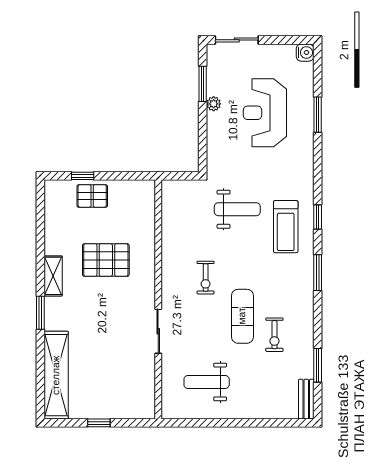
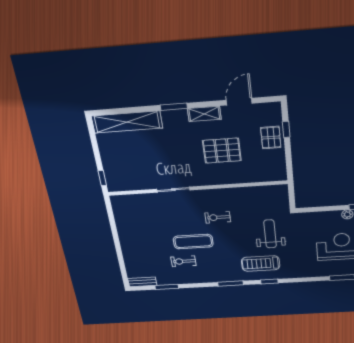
weight bench: (237, 209) -> (270, 234), turned 180
door: (40, 231) -> (239, 102), added
pallet: (106, 260) -> (222, 151), turned 90
weight bench: (207, 382) -> (142, 223), removed
window: (99, 423) -> (102, 178), moved

